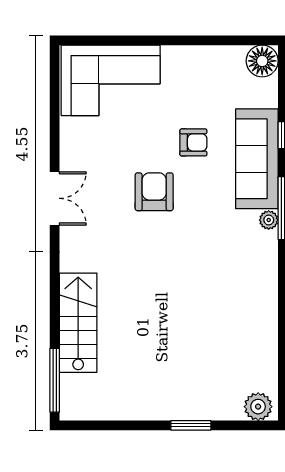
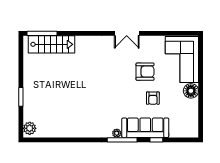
floor lamp: (262, 61) -> (191, 91), moved
armchair: (154, 192) -> (145, 72), moved
stairs: (78, 323) -> (52, 44), moved

